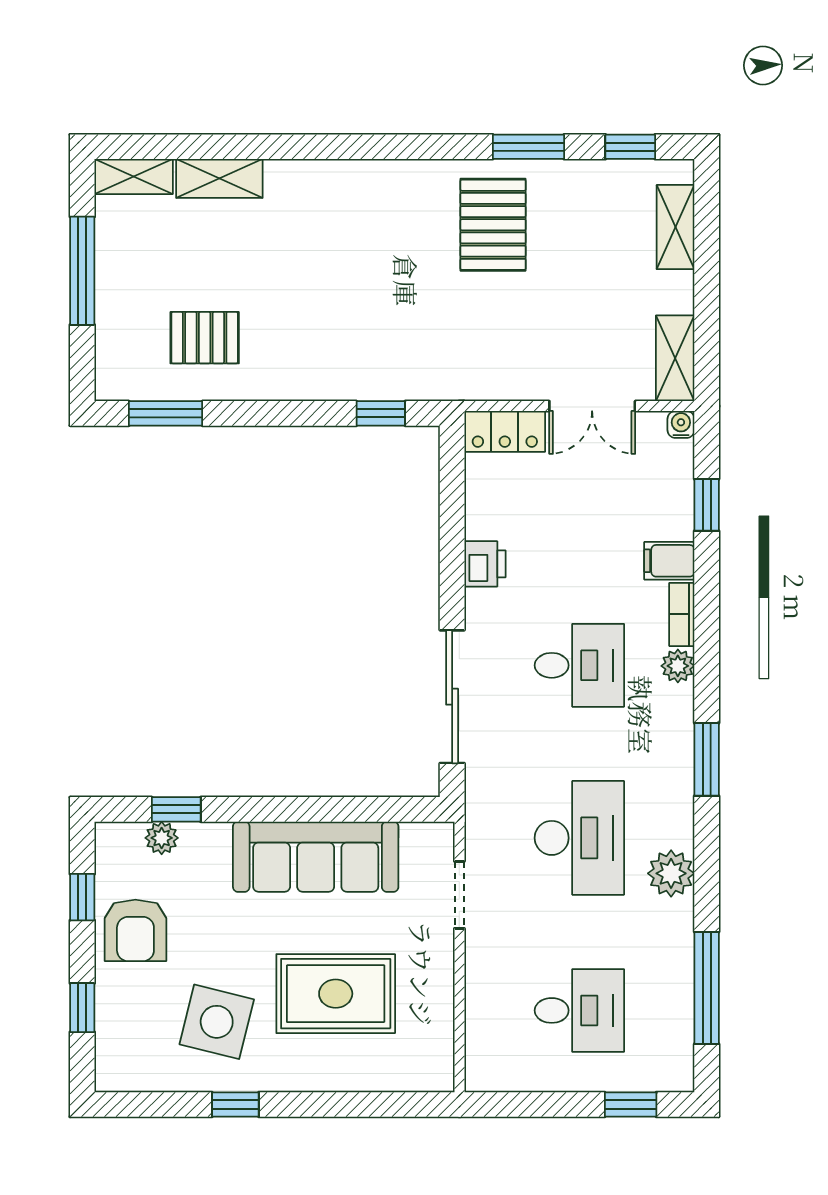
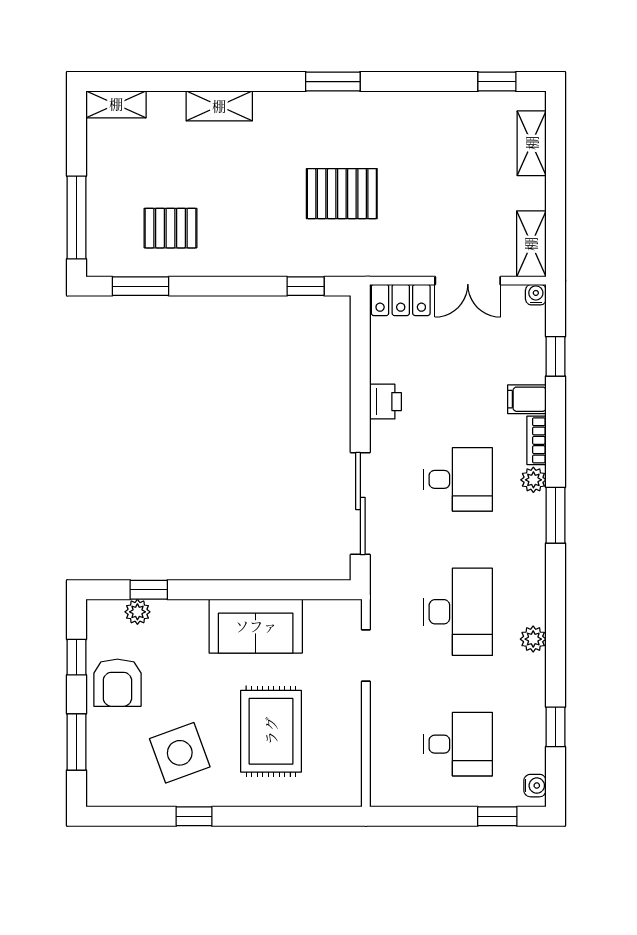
window: (528, 147) -> (333, 82), moved
shelving: (219, 178) -> (219, 106), moved
pallet: (493, 225) -> (342, 194), moved, turned 90
window: (82, 271) -> (77, 217), moved
window: (707, 759) -> (556, 515), moved
sofa: (316, 857) -> (256, 626), width x0.73
plant: (671, 873) -> (533, 639), width x0.73, depth x0.73
window: (707, 988) -> (556, 727), width x0.46
rug: (336, 994) -> (271, 731), turned 90
window: (82, 1008) -> (77, 742), width x1.50
side table: (217, 1022) -> (180, 753), turned -34
water cooler: (680, 1064) -> (535, 786), added

